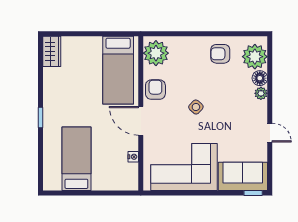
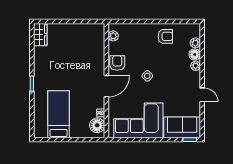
plant: (156, 53) -> (113, 36), width x0.53, depth x0.53
armchair: (220, 54) -> (165, 36), turned 180
plant: (255, 57) -> (195, 43), width x0.53, depth x0.53
bed: (118, 70) -> (89, 48), removed
door: (141, 121) -> (106, 86), swing flipped
floor lamp: (128, 174) -> (97, 125), added

